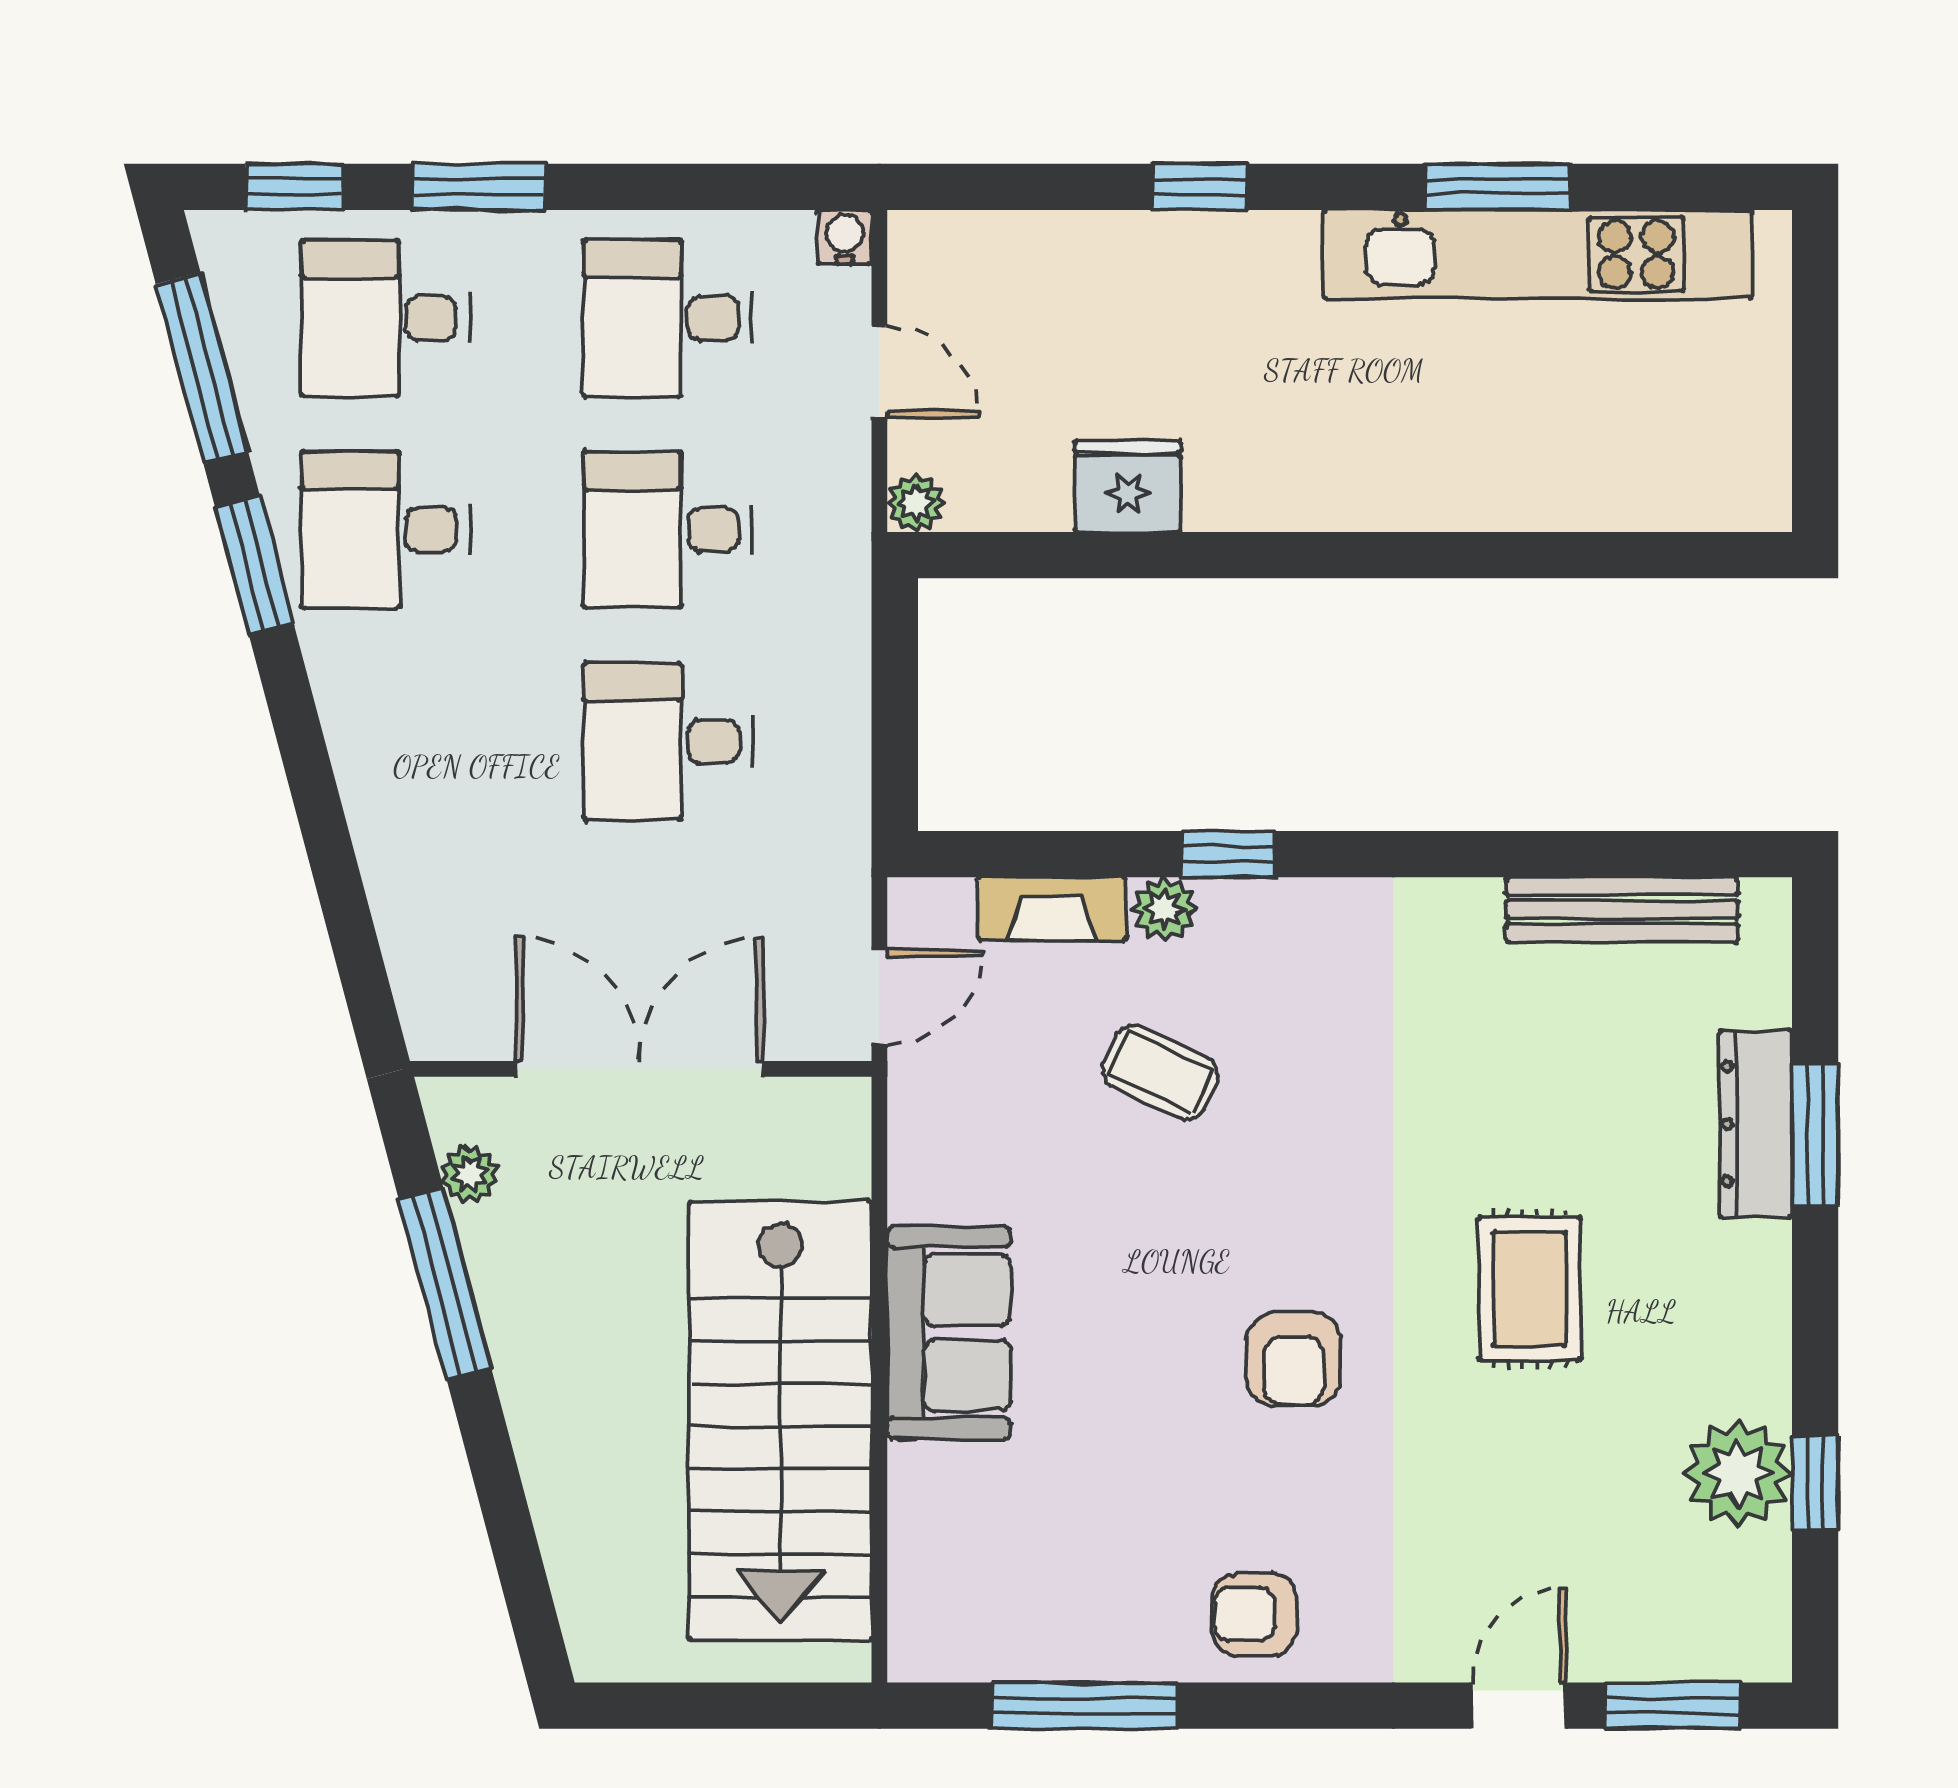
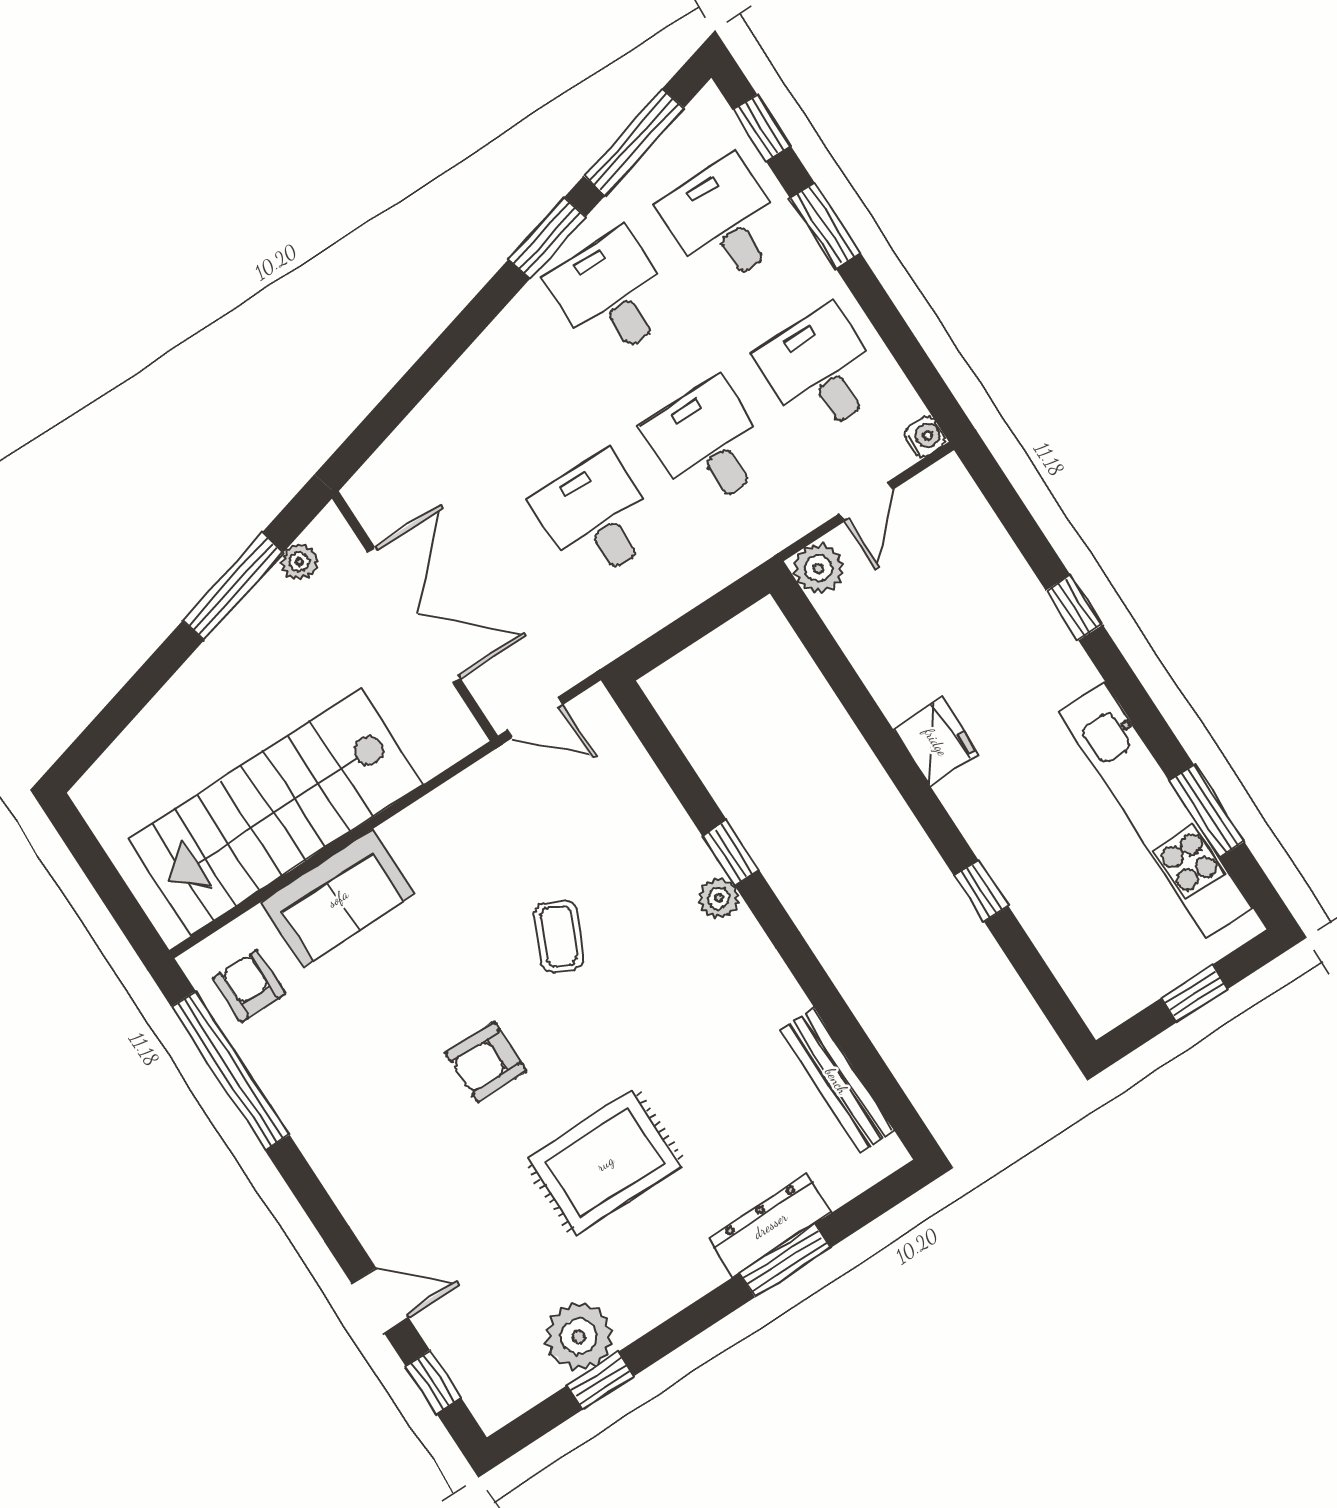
window: (1498, 187) -> (1207, 811), moved
window: (1815, 361) -> (1194, 994), added
fridge: (1128, 486) -> (936, 742), moved
plant: (916, 503) -> (818, 568), width x1.38, depth x1.38
window: (1495, 555) -> (981, 891), added
fireplace: (1052, 909) -> (641, 778), removed
plant: (1164, 909) -> (719, 898), moved
coffee table: (1160, 1073) -> (559, 936), moved
rug: (1530, 1289) -> (605, 1163), width x1.36, depth x1.43
sofa: (949, 1333) -> (338, 898), moved
armchair: (1254, 1614) -> (249, 986), moved
window: (1084, 1706) -> (230, 1071), width x1.46
window: (1672, 1706) -> (433, 1382), width x0.67

